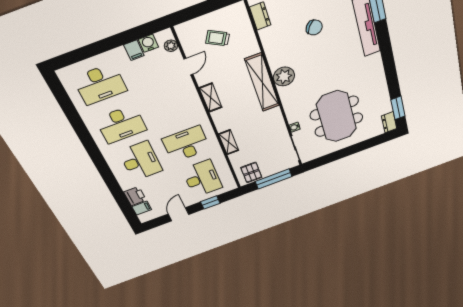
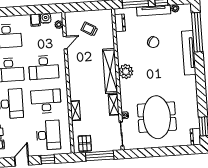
shelving: (211, 98) -> (114, 105), moved
desk: (169, 107) -> (44, 67), added

